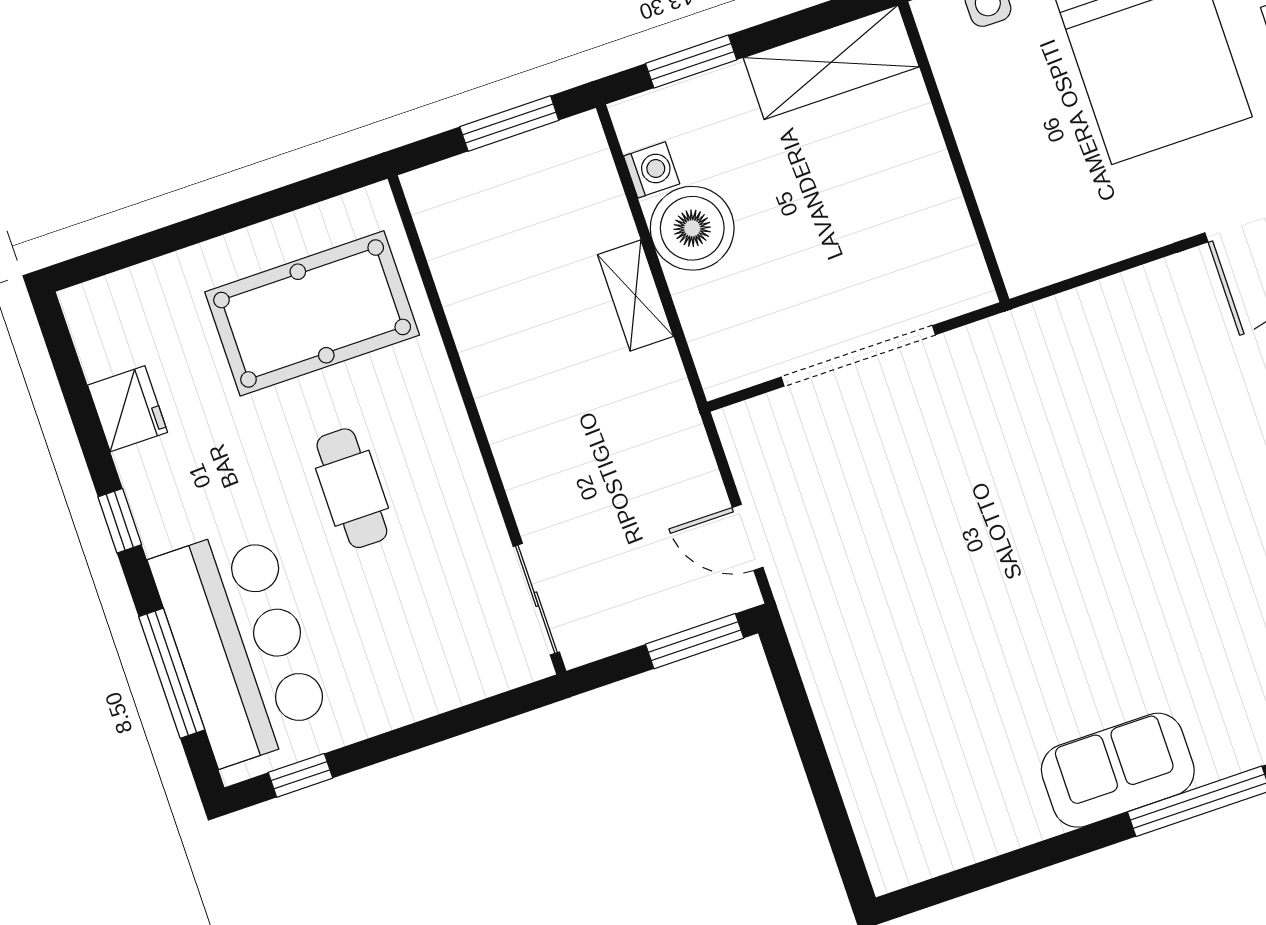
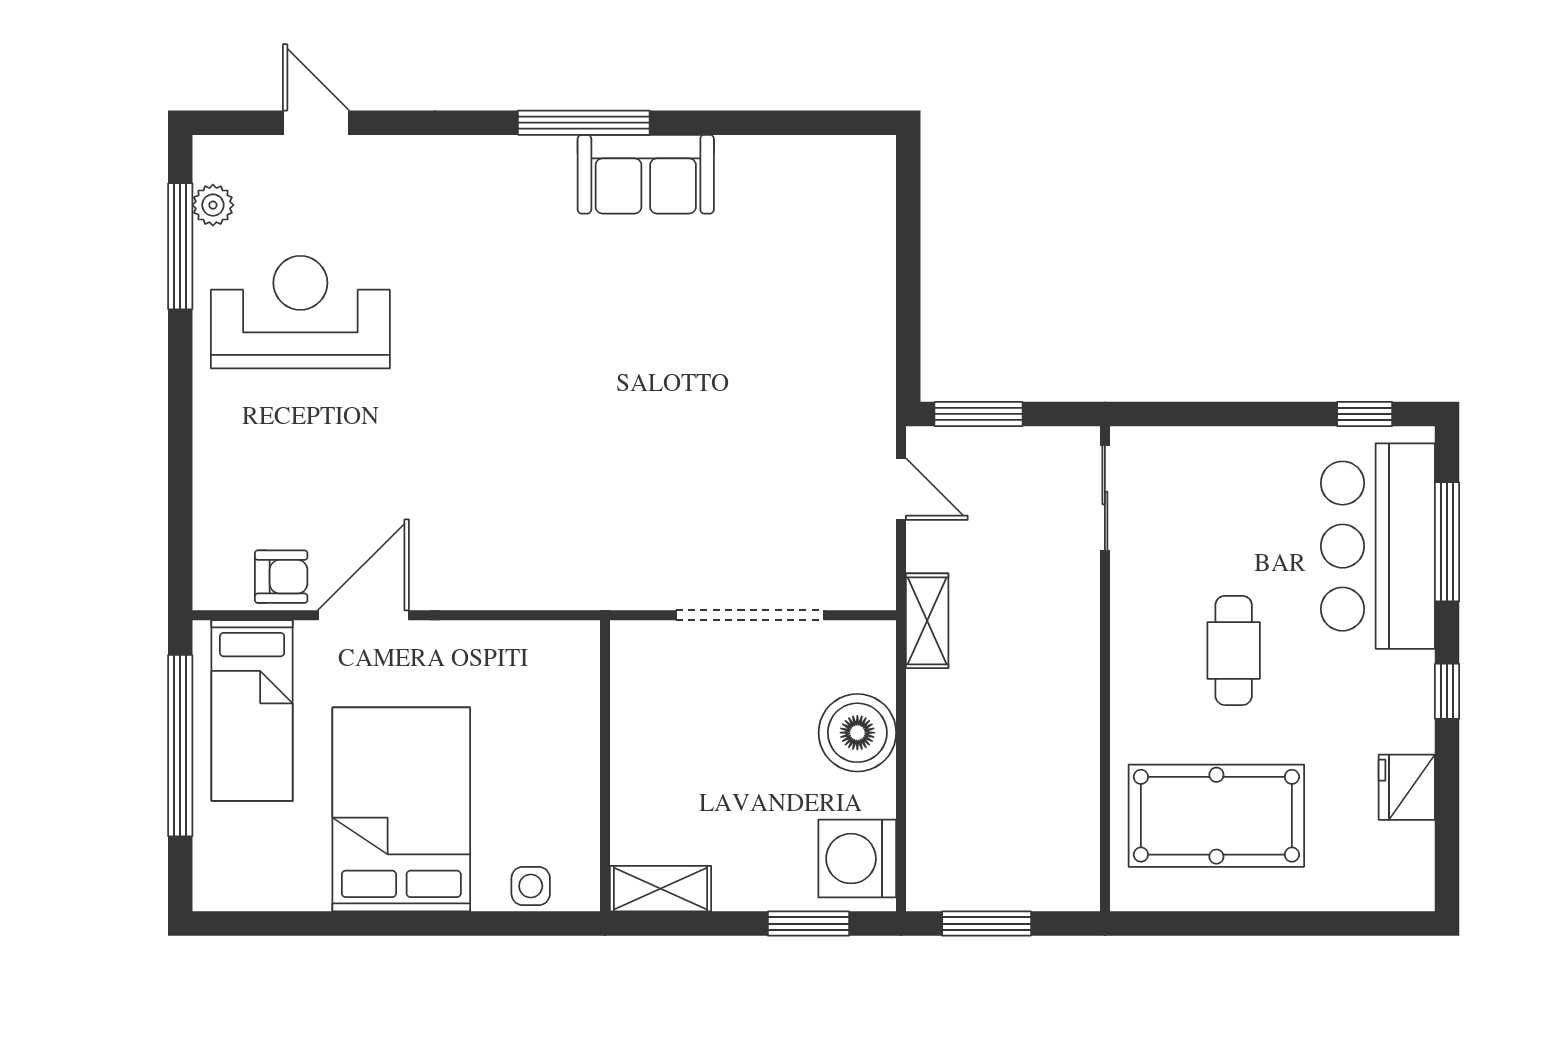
shelving: (831, 62) -> (660, 889), width x0.67, depth x0.75
washing machine: (652, 170) -> (857, 859), width x1.89, depth x1.89
boiler: (692, 228) -> (857, 733), moved
shelving: (636, 295) -> (927, 621), moved

